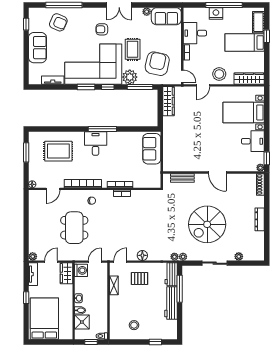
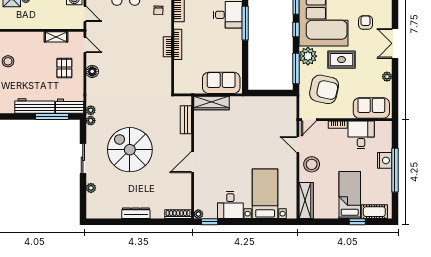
sofa: (166, 16) -> (371, 108), moved, turned 90
wardrobe: (168, 101) -> (211, 103), moved

